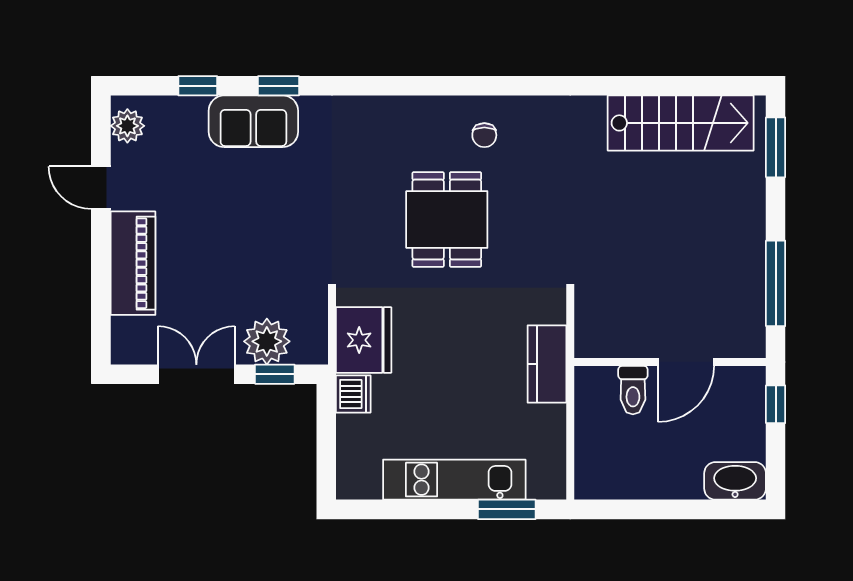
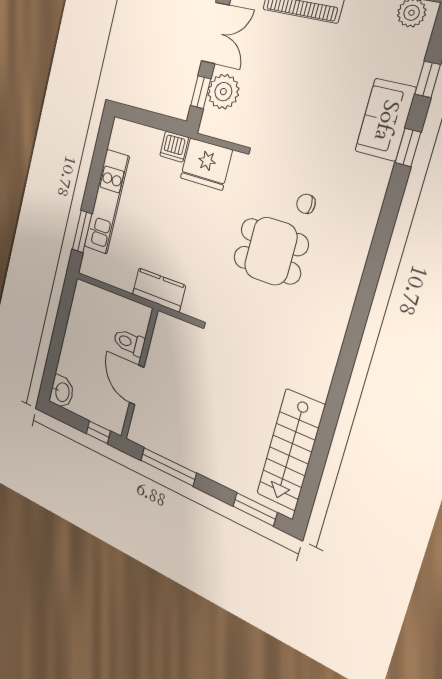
chair: (484, 135) -> (306, 204), moved
washbasin: (735, 481) -> (62, 392), width x0.72

